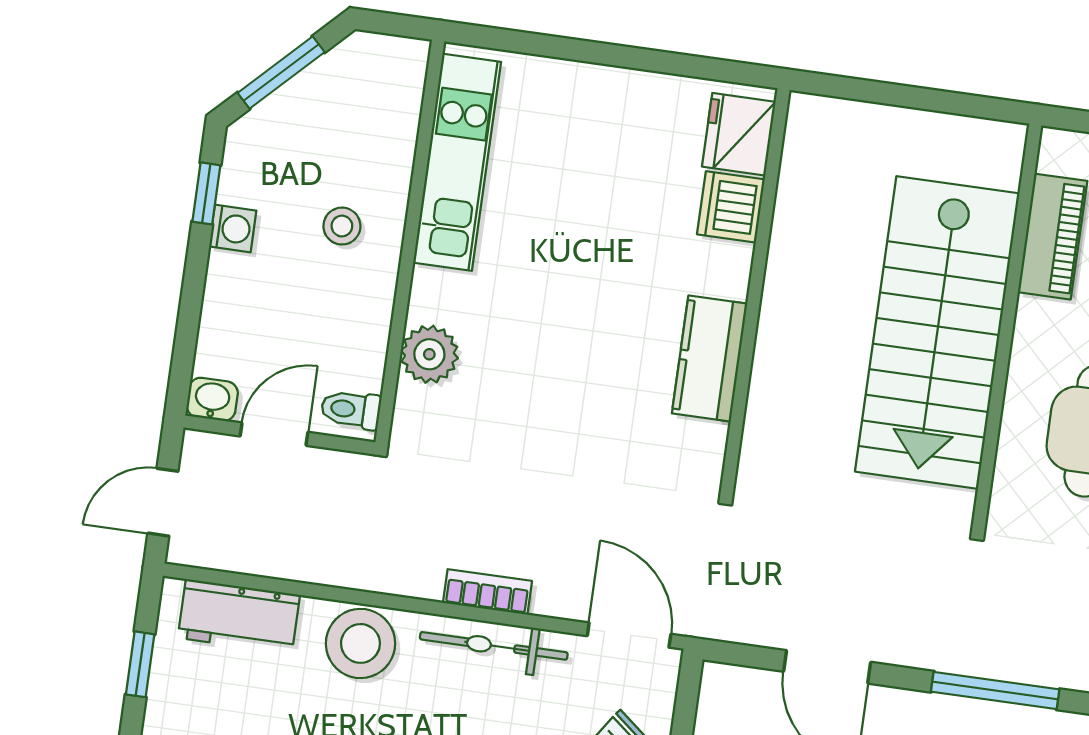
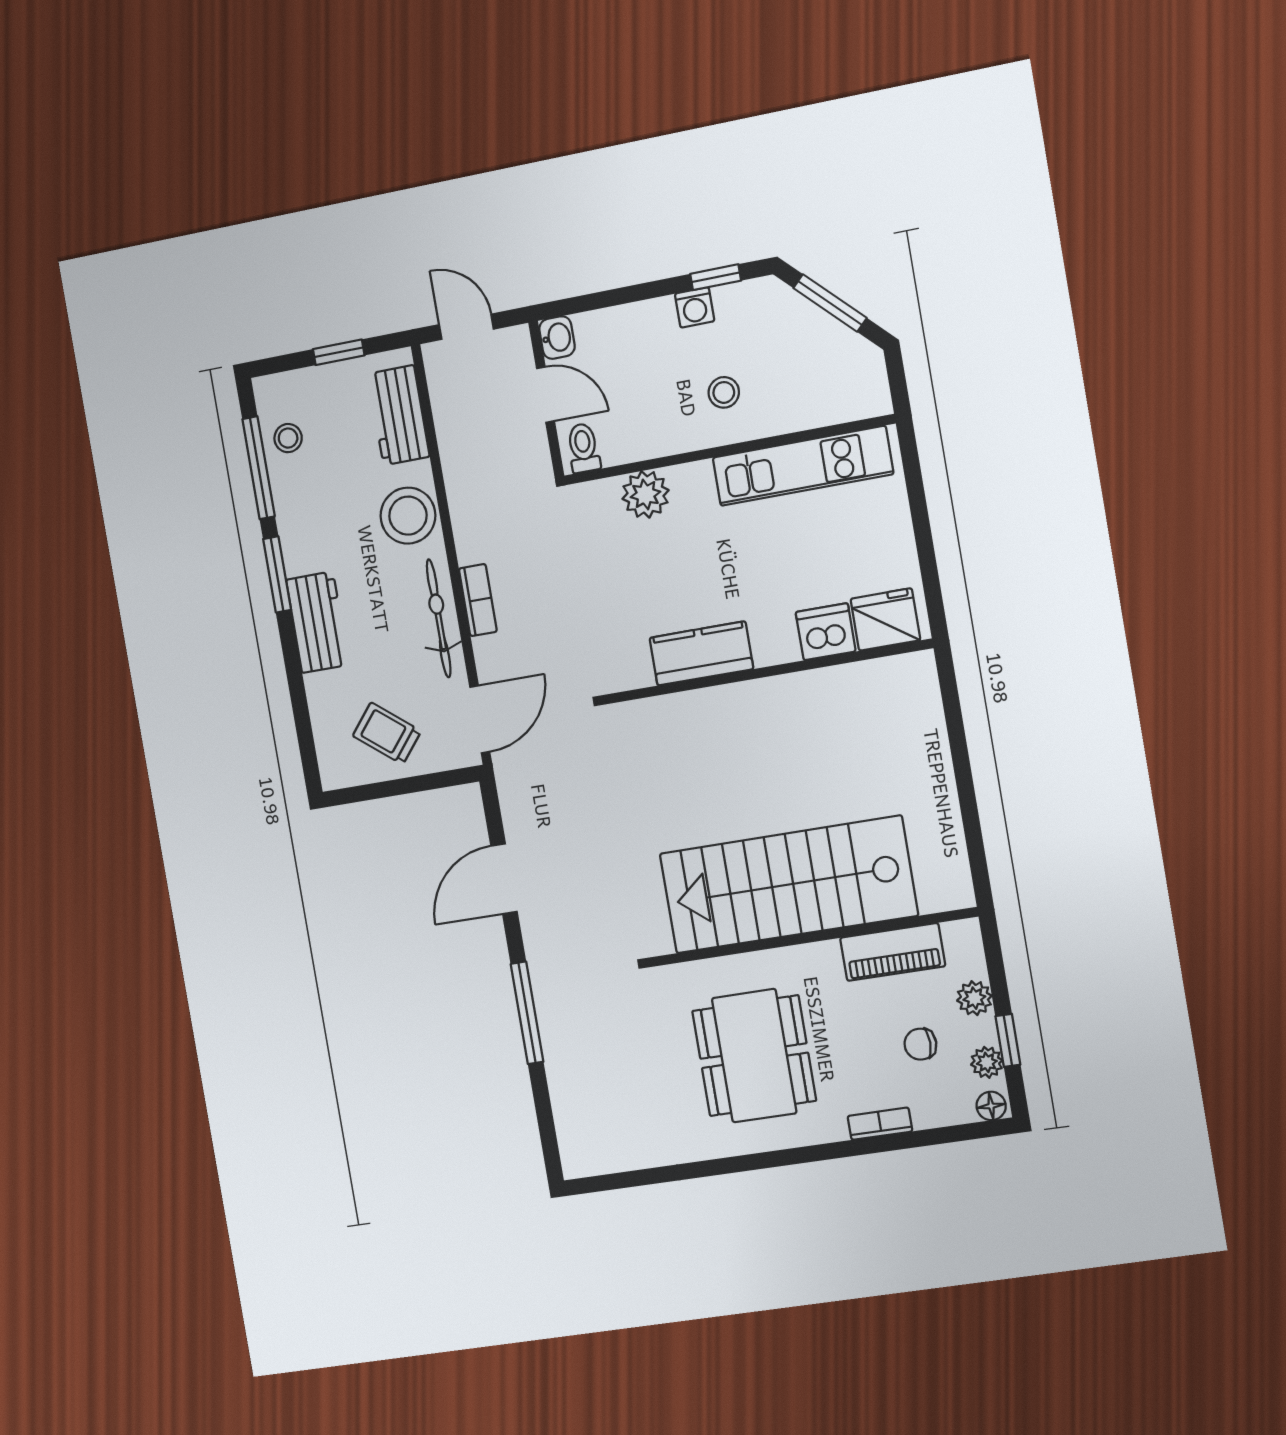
fridge: (739, 134) -> (885, 619), moved
dishwasher: (731, 207) -> (826, 632), moved
wall: (755, 290) -> (766, 672), moved
kitchen counter: (710, 358) -> (701, 653), moved

